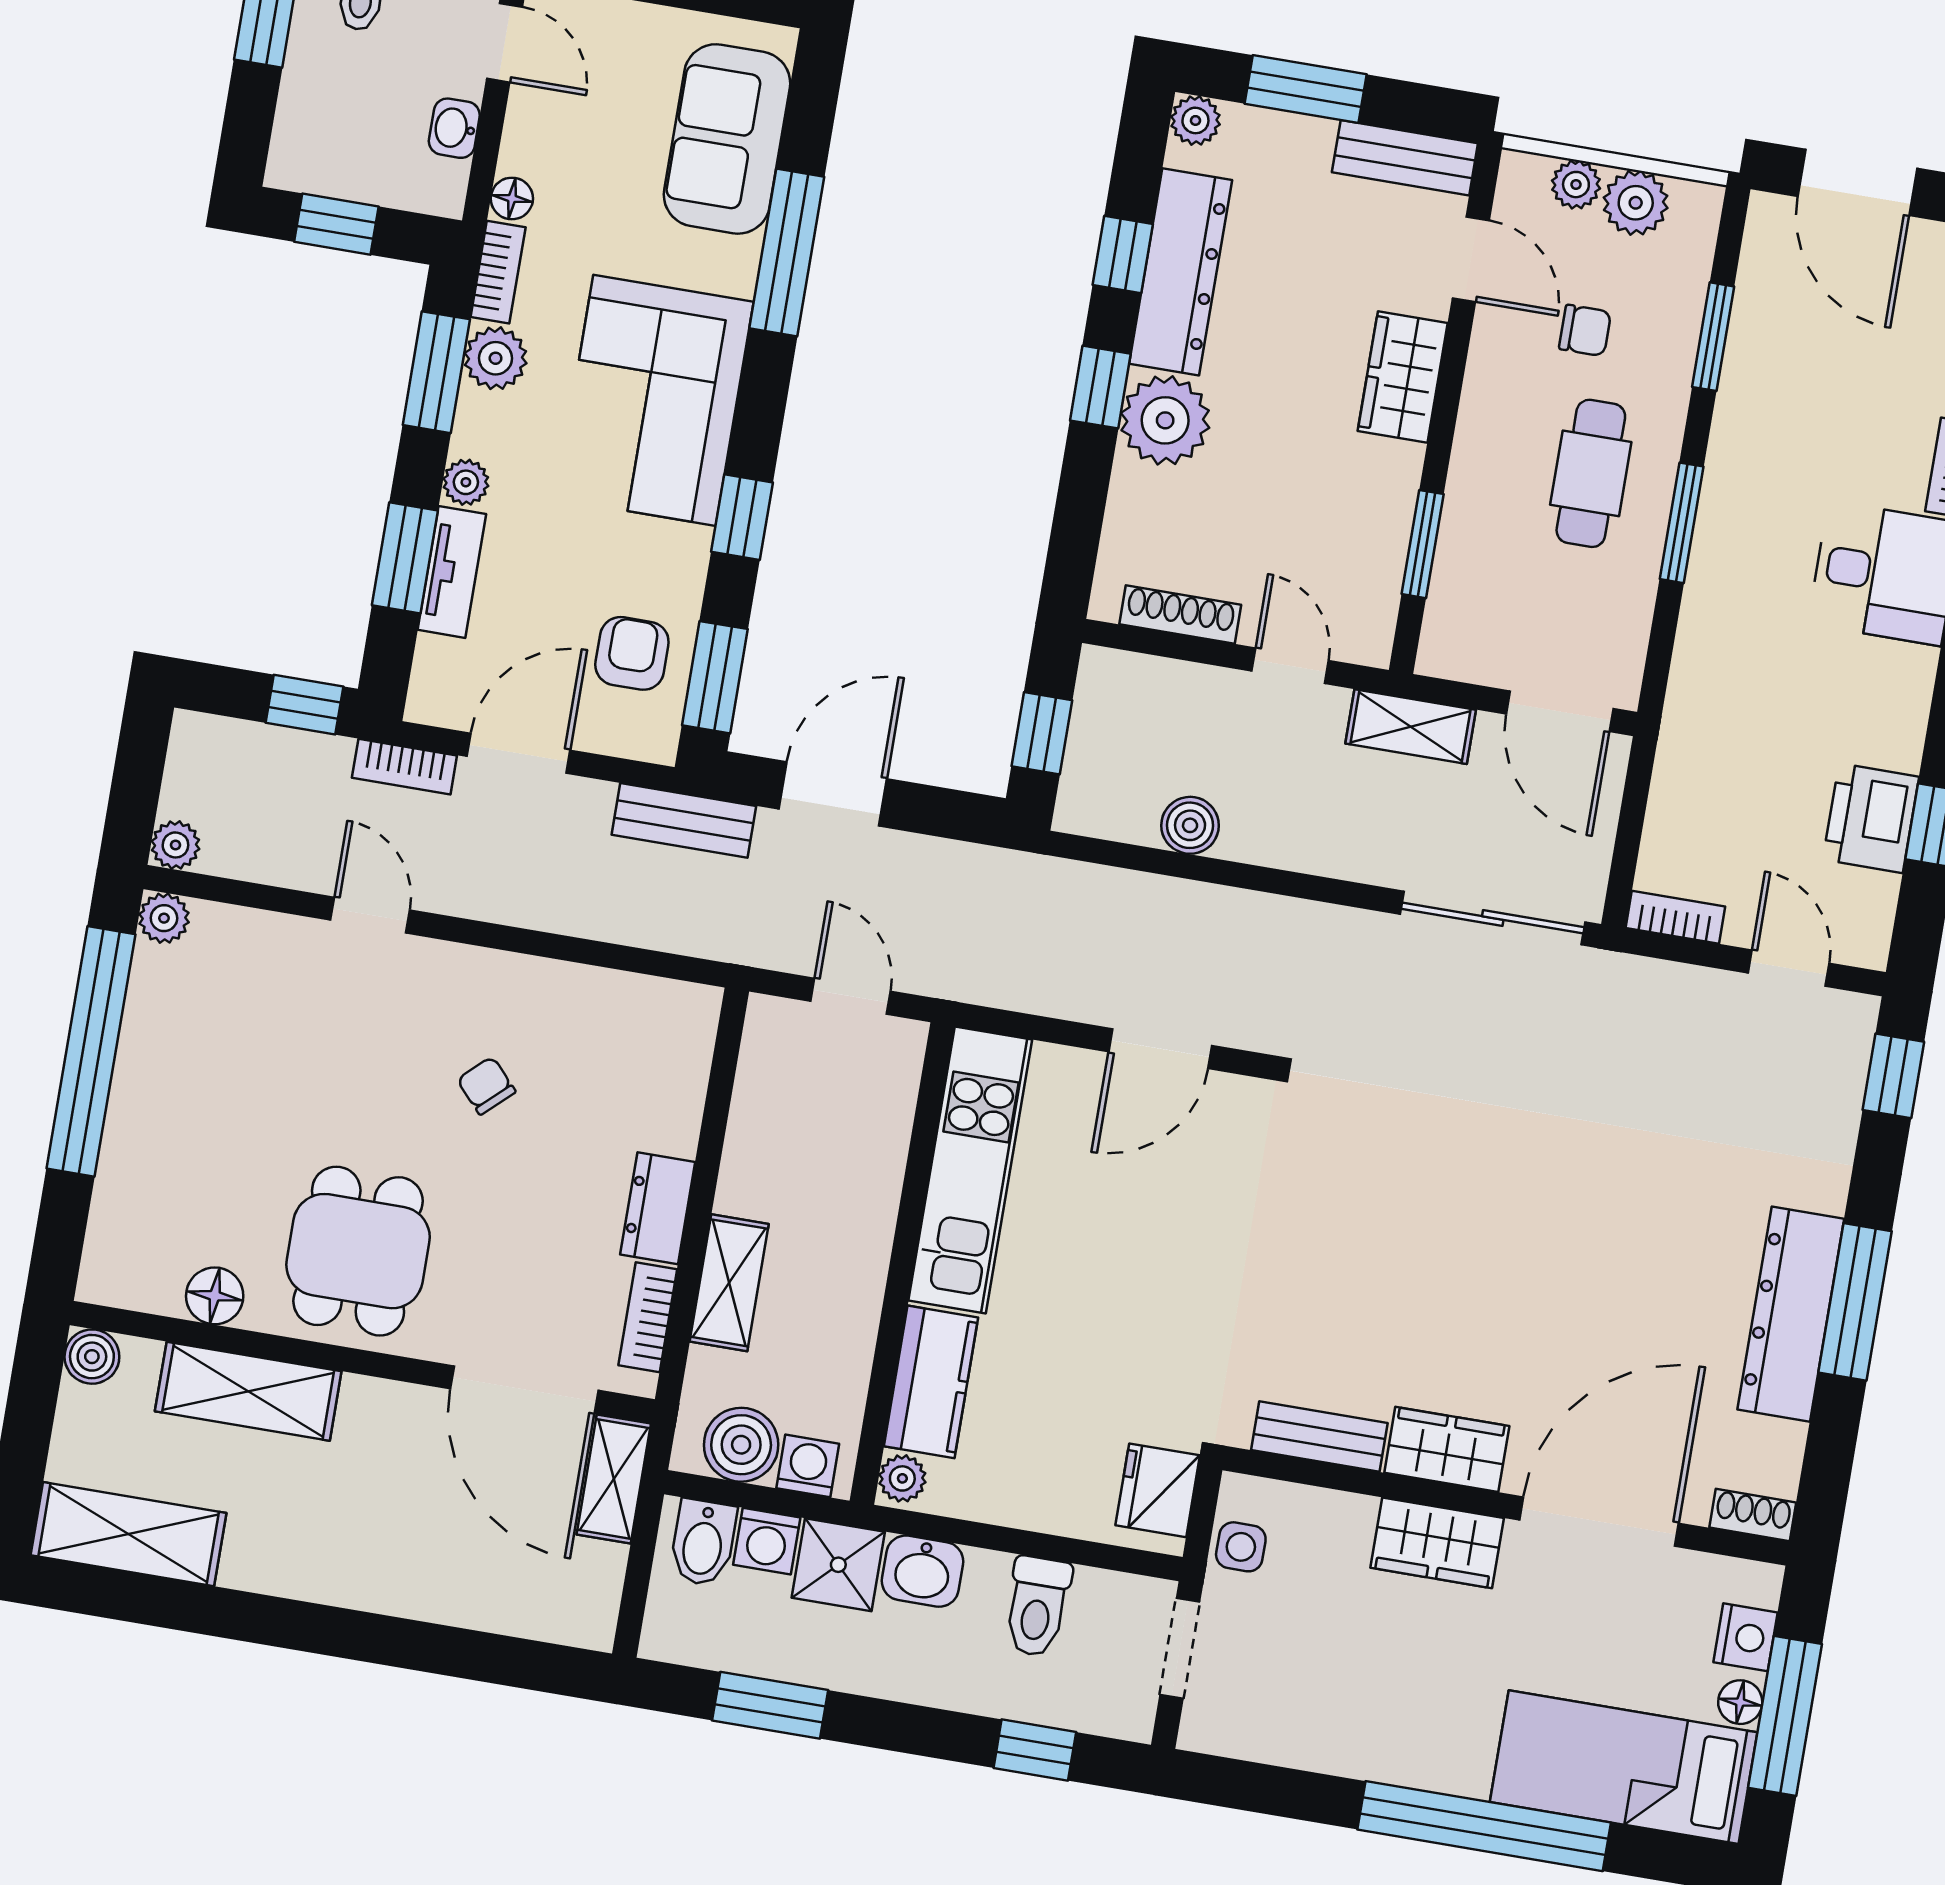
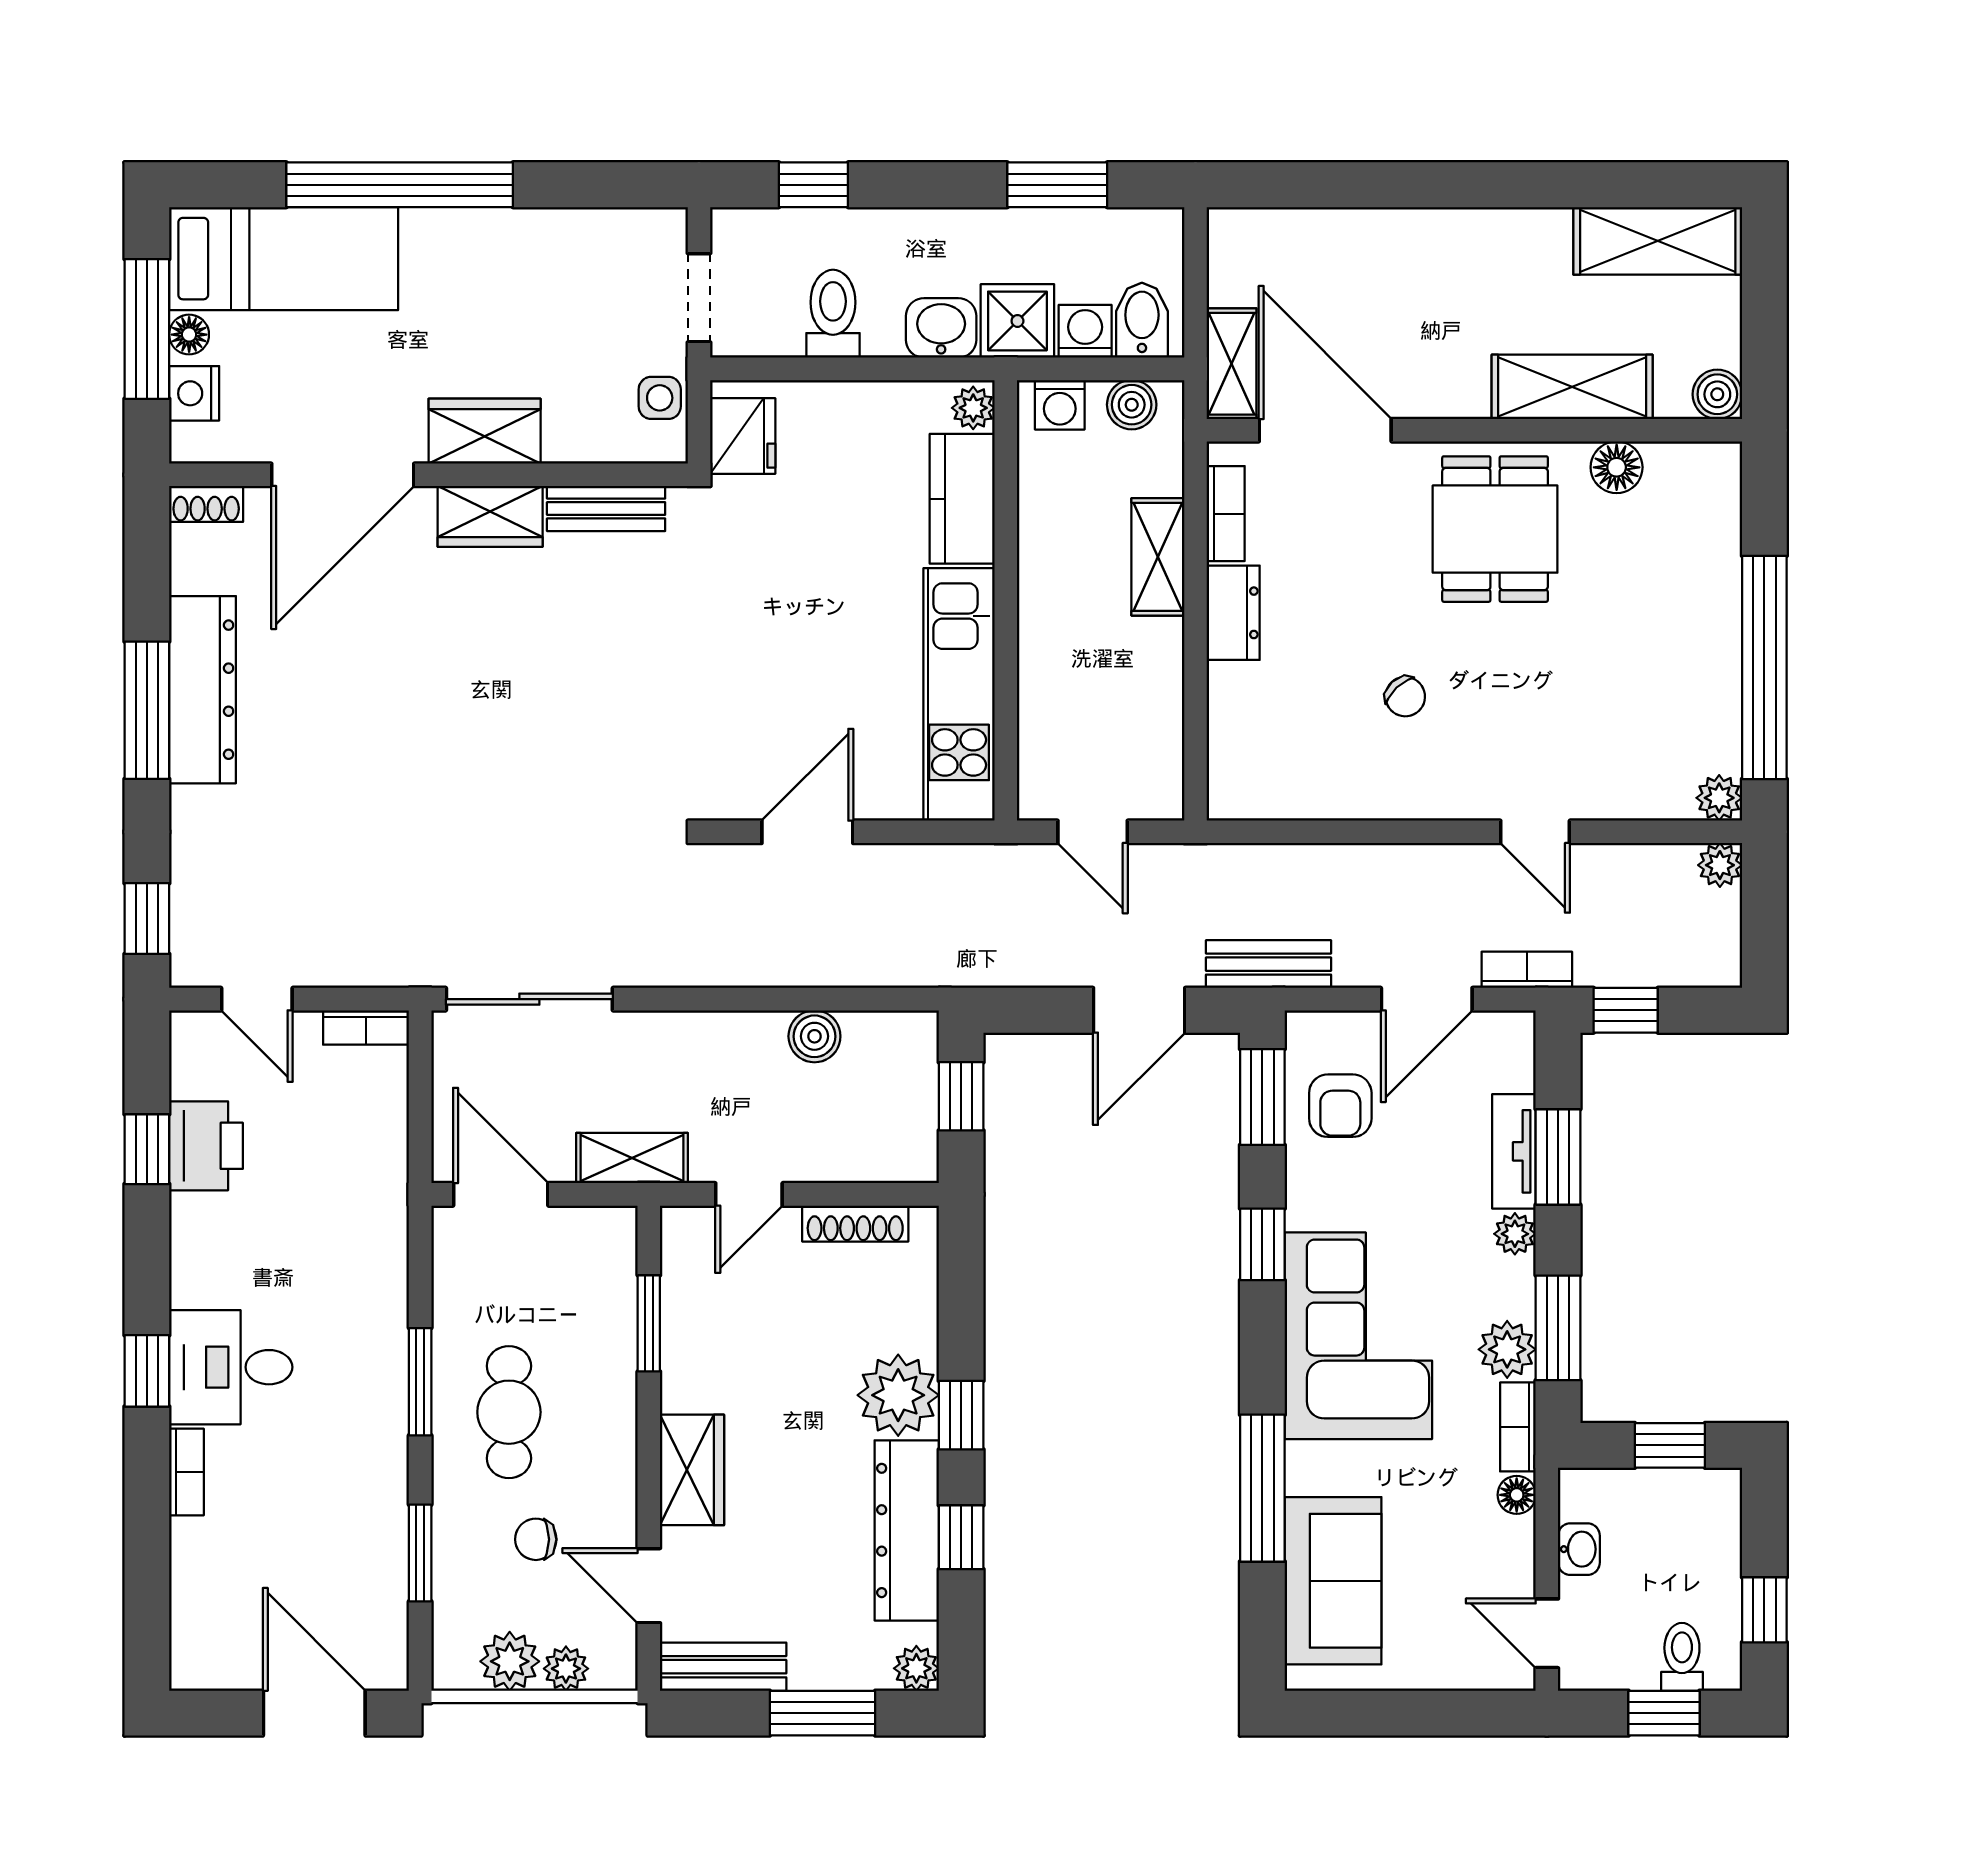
door: (1290, 666) -> (749, 1194), hinge flipped
boiler: (741, 1445) -> (1132, 405), width x0.73, depth x0.73

